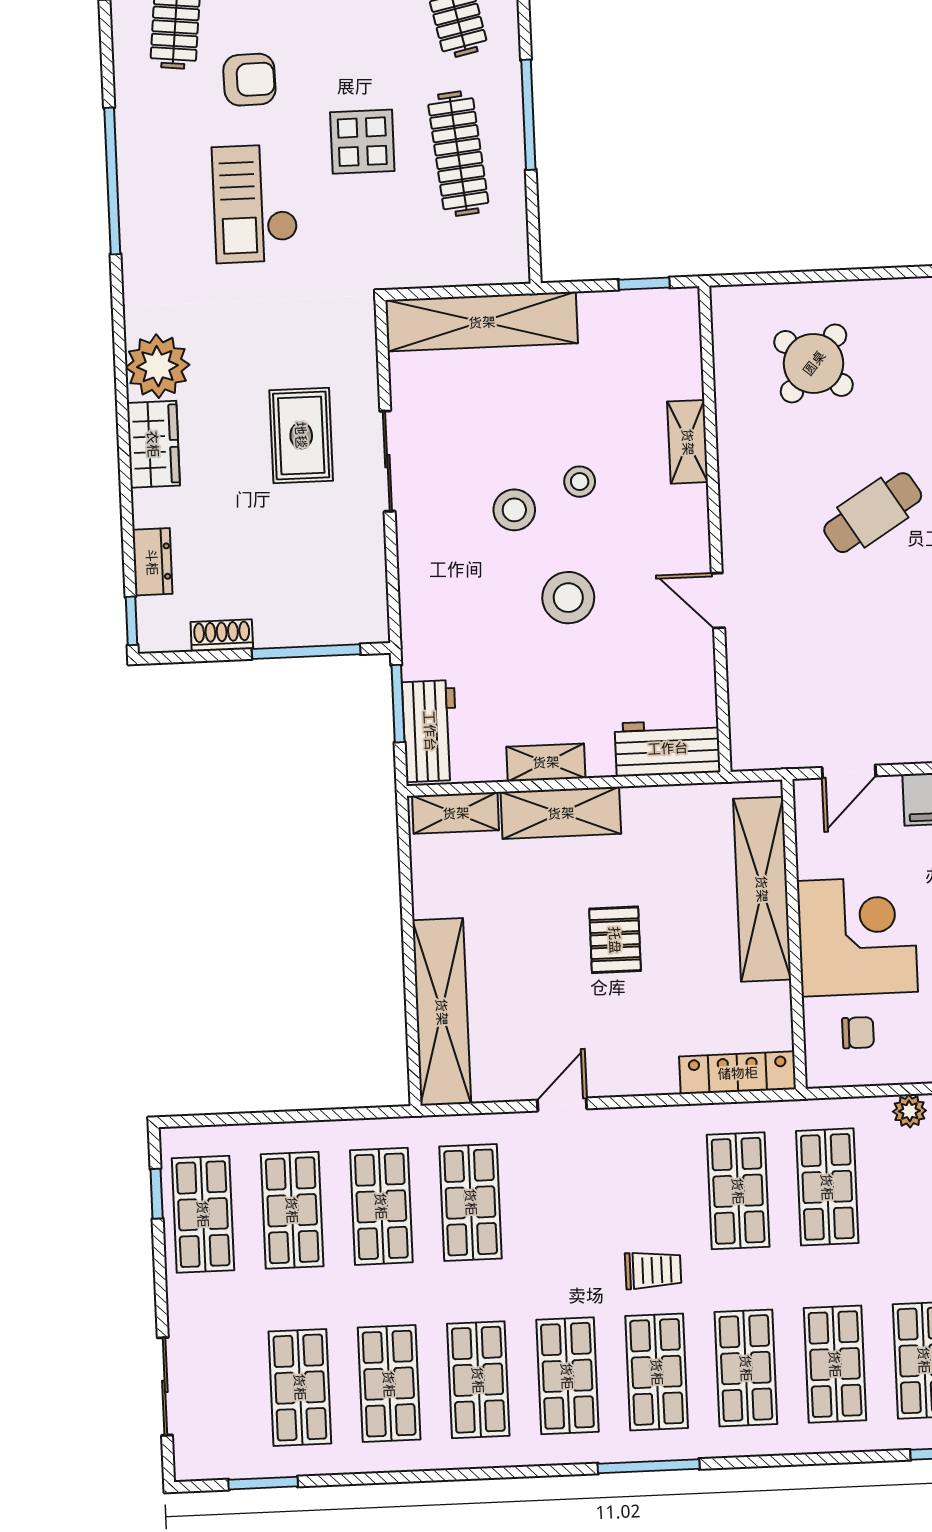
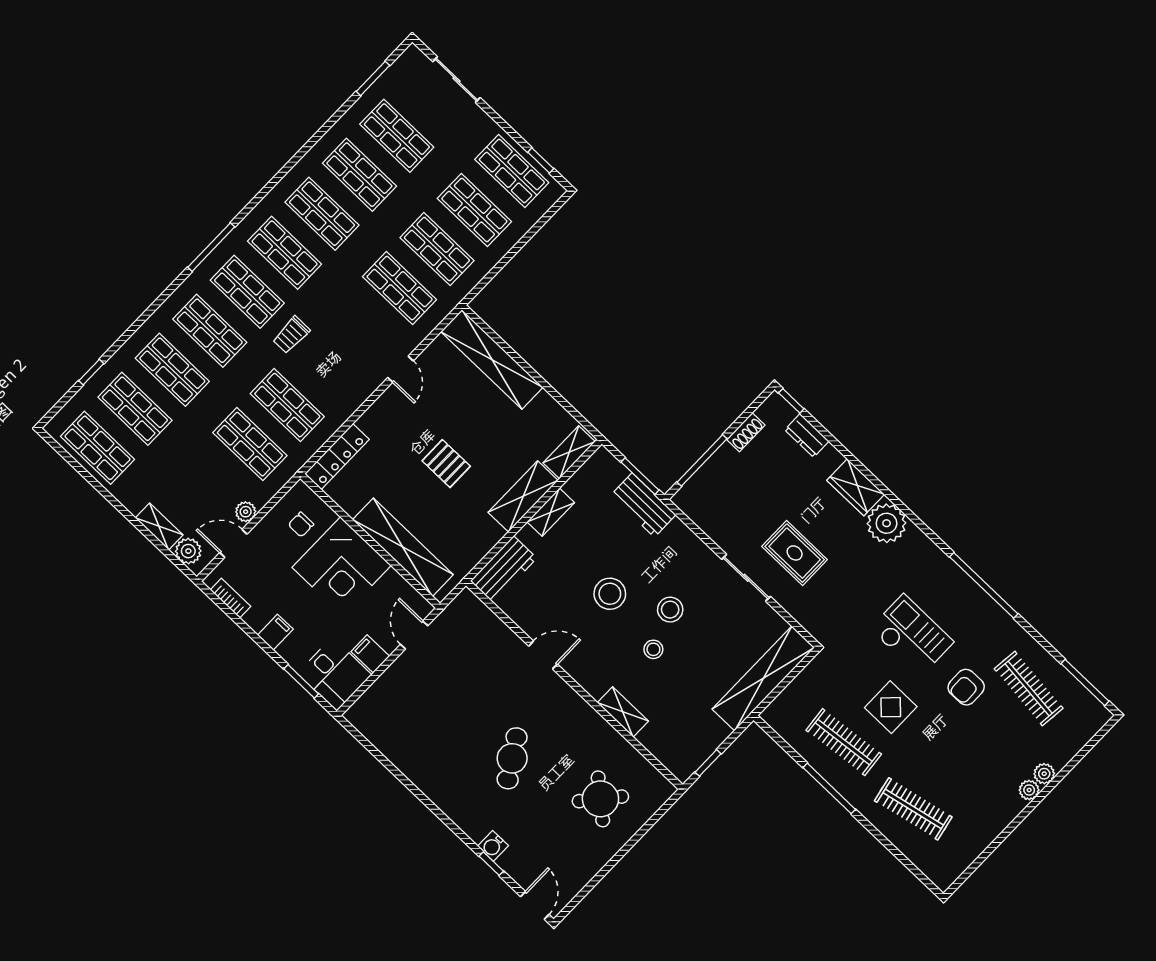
workbench: (430, 731) -> (643, 505), moved

